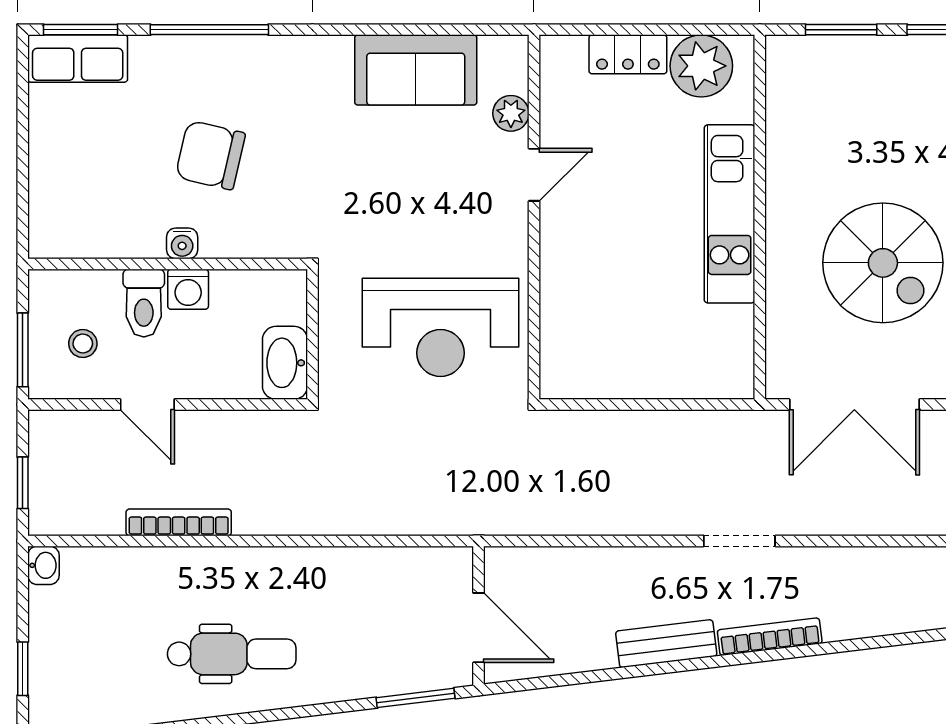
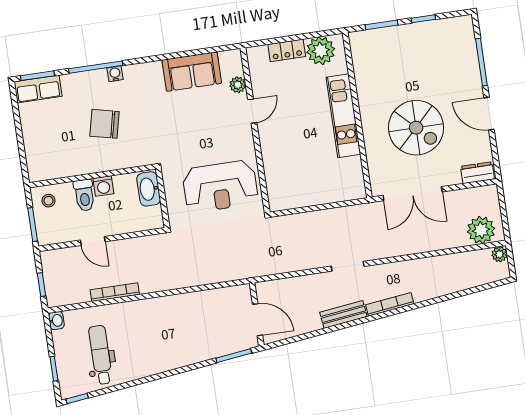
water cooler: (182, 243) -> (115, 74), moved, turned 180
stool: (83, 343) -> (48, 201), moved
washbasin: (285, 363) -> (149, 189), moved
doorway: (739, 541) -> (348, 266), moved
dental chair: (232, 654) -> (101, 355), moved, turned -90

